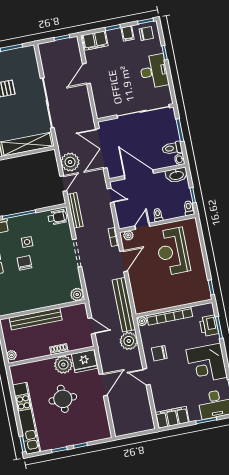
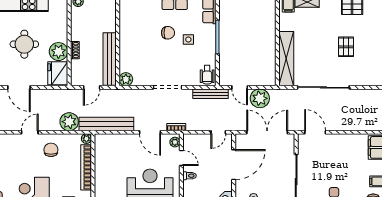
door: (86, 74) -> (315, 132), moved
bench: (36, 319) -> (110, 59), moved
door: (103, 385) -> (19, 87), moved

